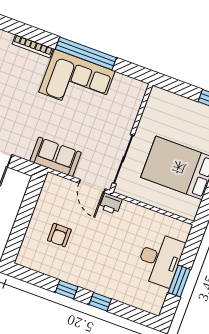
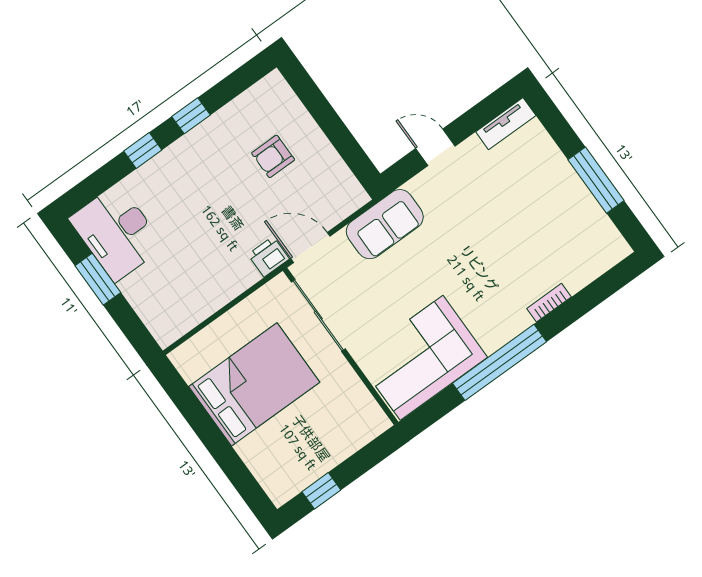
bookcase: (33, 46) -> (549, 303), width x0.64
corner sofa: (77, 82) -> (422, 358), moved
armchair: (59, 235) -> (273, 156), turned -90
desk: (160, 259) -> (117, 233), moved

